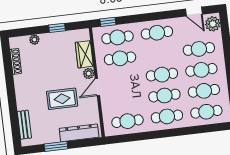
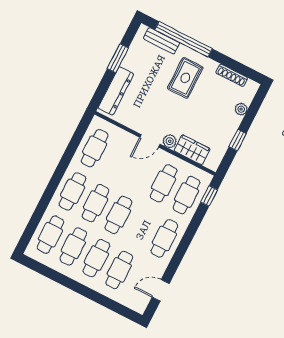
plant: (213, 24) -> (135, 301), removed
door: (97, 87) -> (150, 141), swing flipped
rug: (62, 99) -> (185, 78), moved
window: (13, 111) -> (184, 39), added

